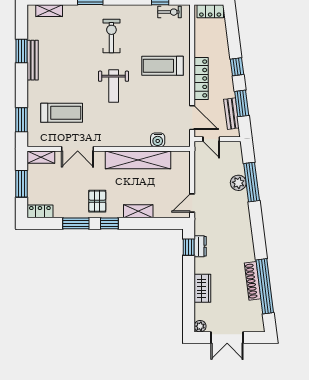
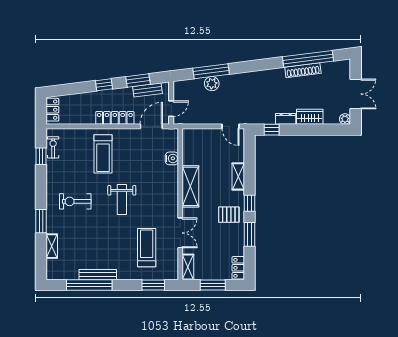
shelving: (49, 11) -> (52, 246), moved
window: (21, 51) -> (89, 285), width x2.11
weight bench: (114, 86) -> (122, 199), turned 90
shelving: (138, 160) -> (190, 186), width x0.68
dresser: (200, 246) -> (286, 119), moved

